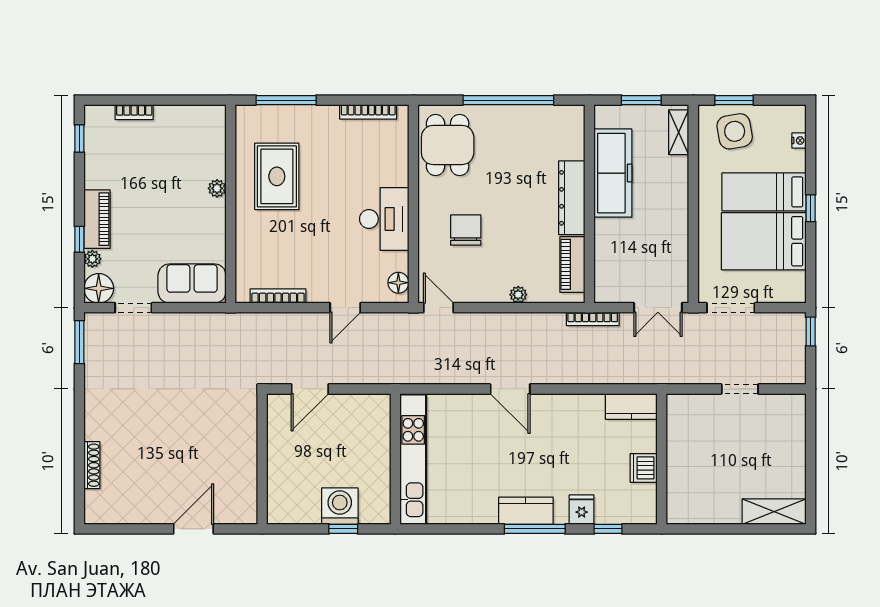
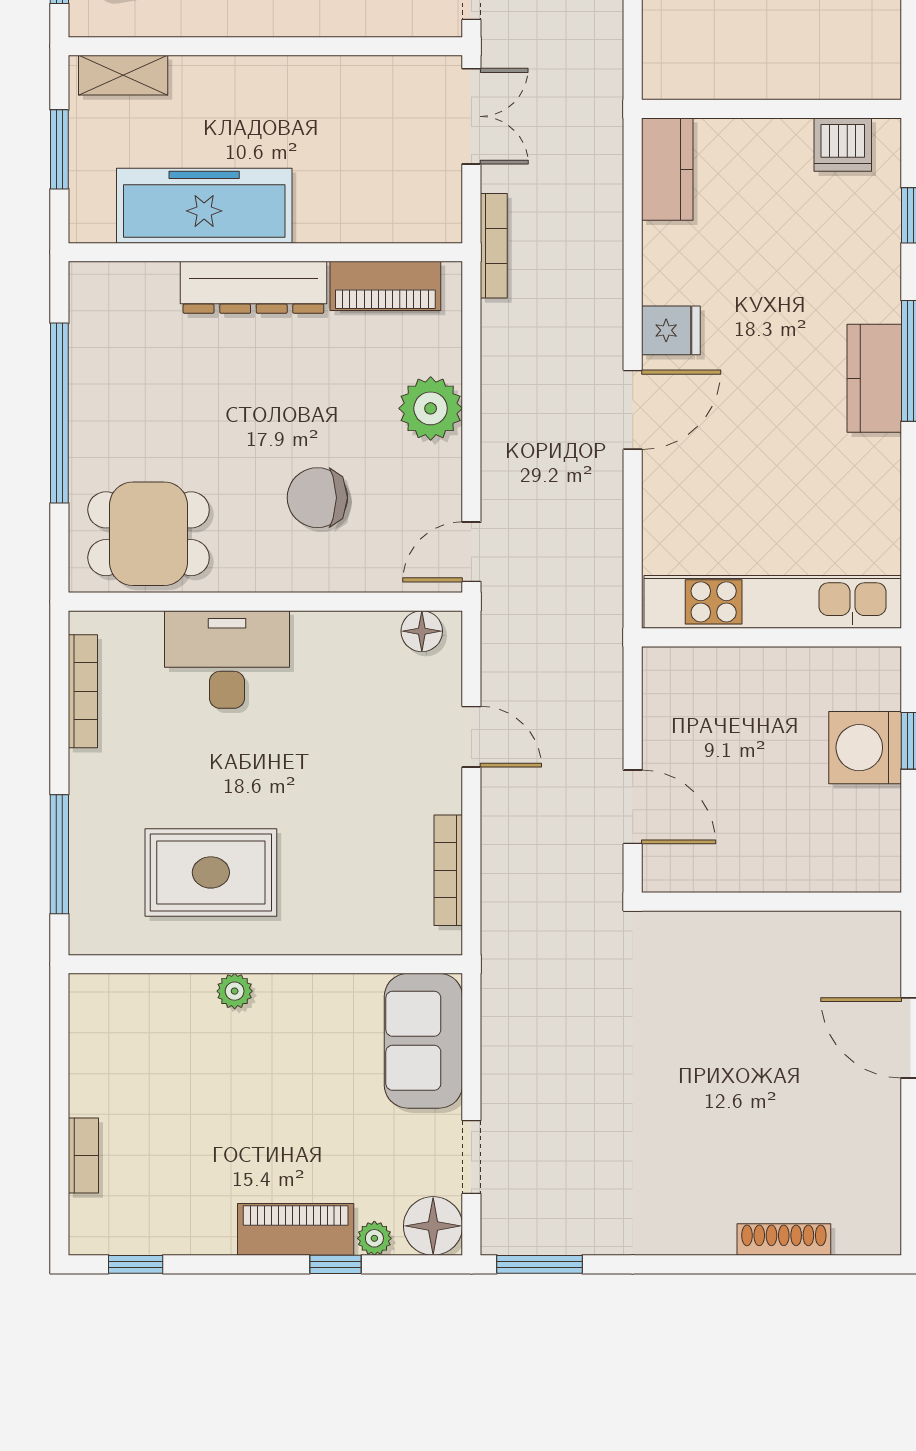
desk: (384, 219) -> (227, 659), moved
plant: (518, 295) -> (431, 408), width x1.88, depth x1.88
dishwasher: (644, 468) -> (843, 145), moved
fridge: (582, 510) -> (671, 330), moved, turned 180

